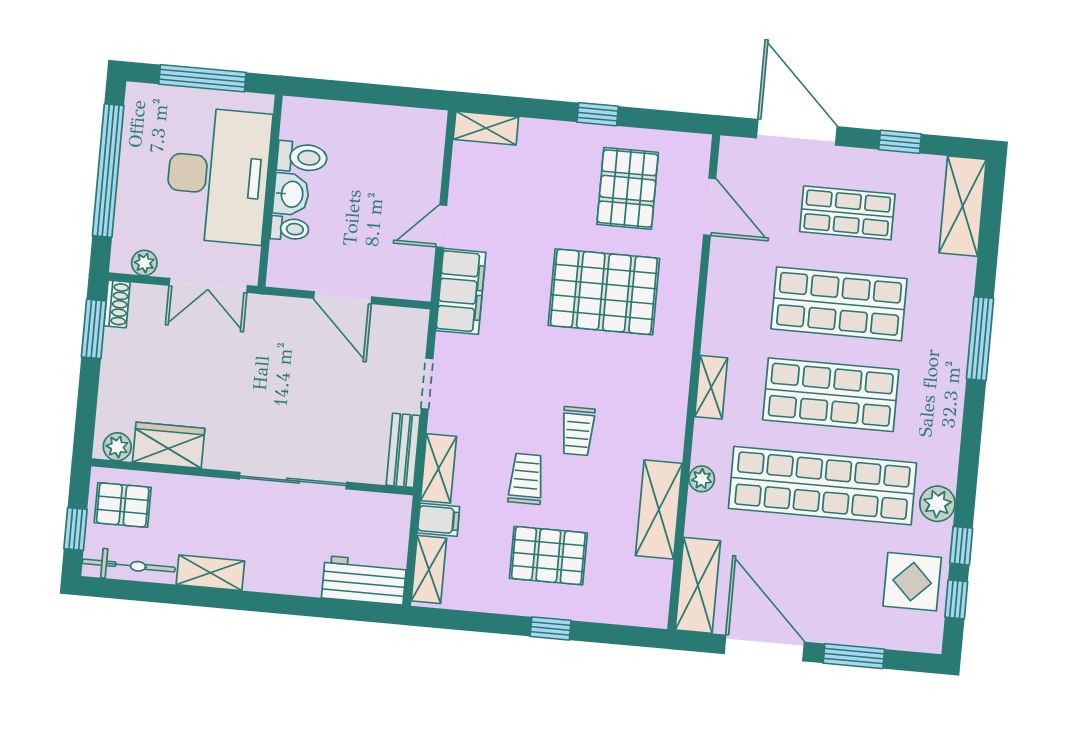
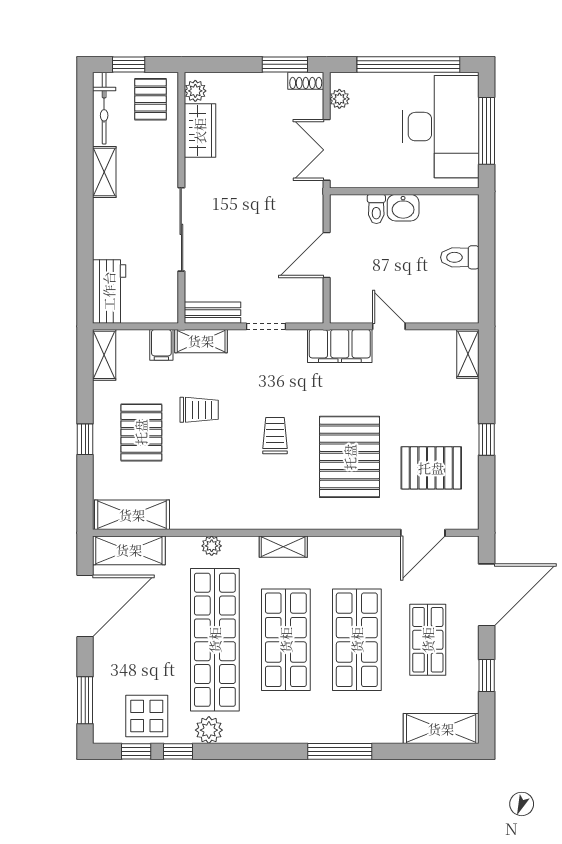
toilet: (302, 157) -> (460, 257), moved, turned 90
desk: (218, 176) -> (441, 127), moved, turned -90
trolley: (578, 431) -> (275, 436), moved, turned 90
shelving: (659, 509) -> (132, 515), moved
shelving: (429, 569) -> (104, 355), moved, turned 90
window: (854, 656) -> (85, 700), moved

